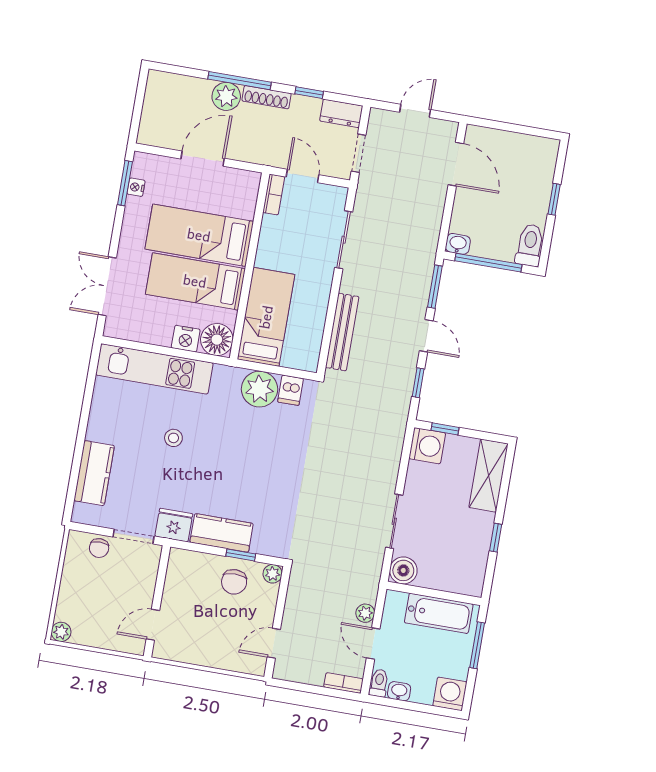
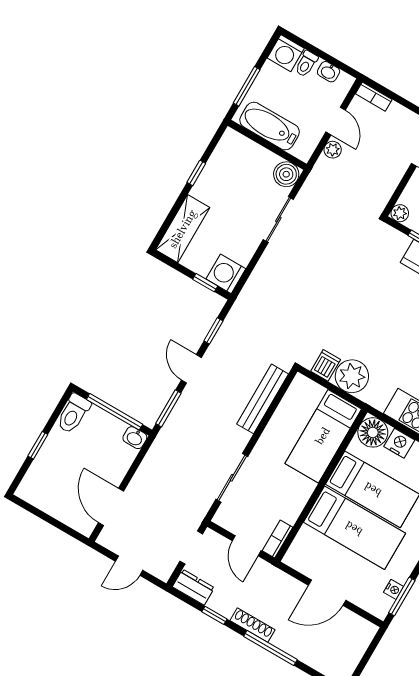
plant: (226, 96) -> (287, 639), removed
toilet: (379, 683) -> (306, 64), moved

